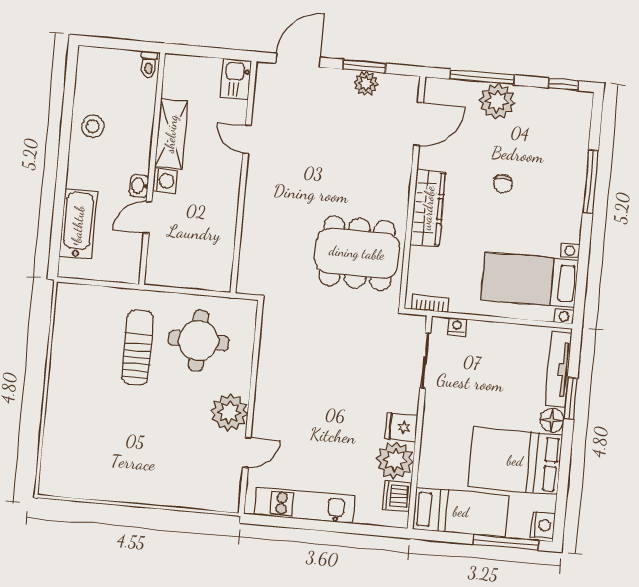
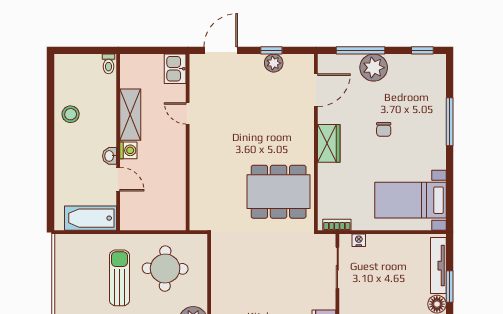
window: (365, 66) -> (271, 50), width x0.67
wardrobe: (428, 208) -> (329, 143), width x0.67
door: (148, 217) -> (118, 179), swing flipped
bathtub: (78, 224) -> (91, 218), moved, turned -90

